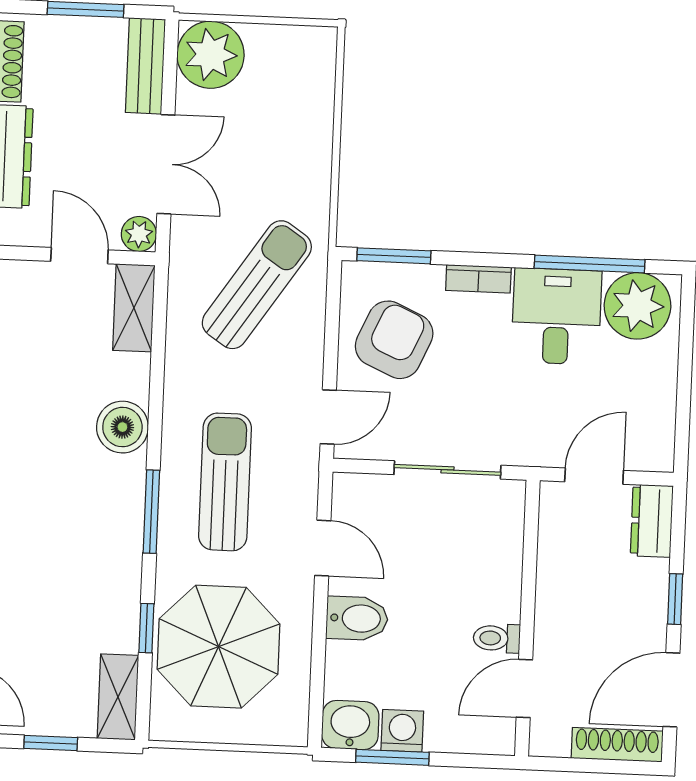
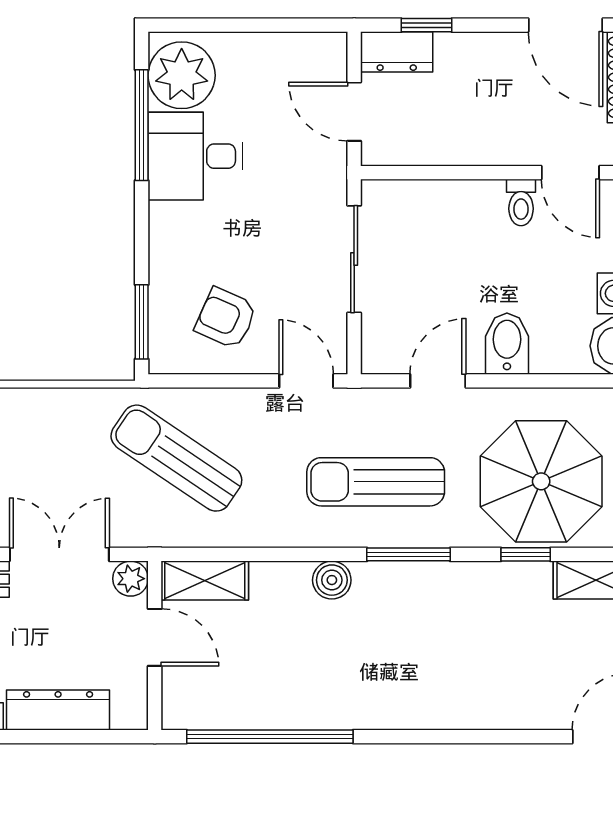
door: (79, 256) -> (155, 637), swing flipped
bookcase: (478, 279) -> (161, 236), removed
armchair: (394, 340) -> (226, 318), width x0.72, depth x0.72
boiler: (122, 427) -> (332, 580), width x0.73, depth x0.73
window: (675, 599) -> (426, 25), moved

